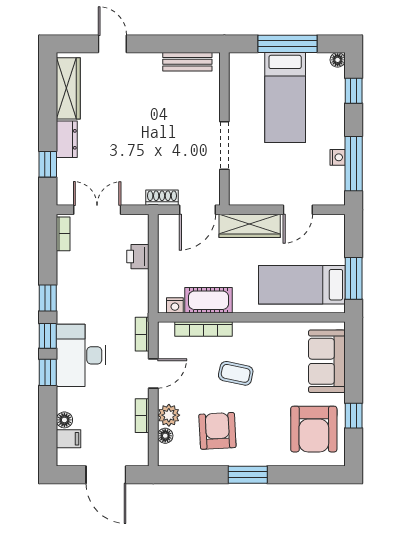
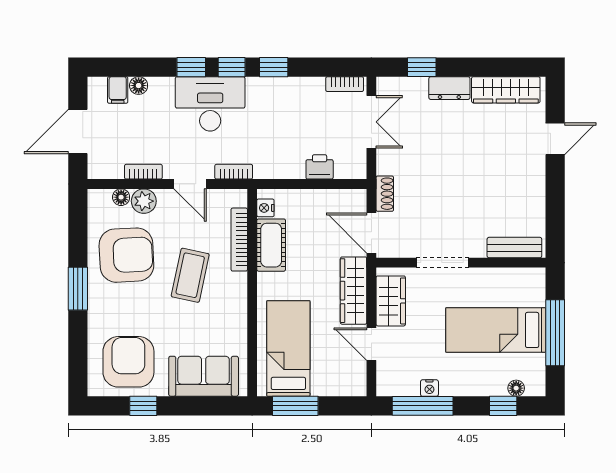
floor lamp: (338, 60) -> (516, 388), moved
bench: (187, 62) -> (514, 248), moved, turned 90
wardrobe: (259, 192) -> (391, 301), added
coffee table: (236, 373) -> (190, 275), width x1.36, depth x1.30
armchair: (314, 429) -> (128, 362), turned 90
armchair: (217, 431) -> (126, 255), width x1.36, depth x1.36

